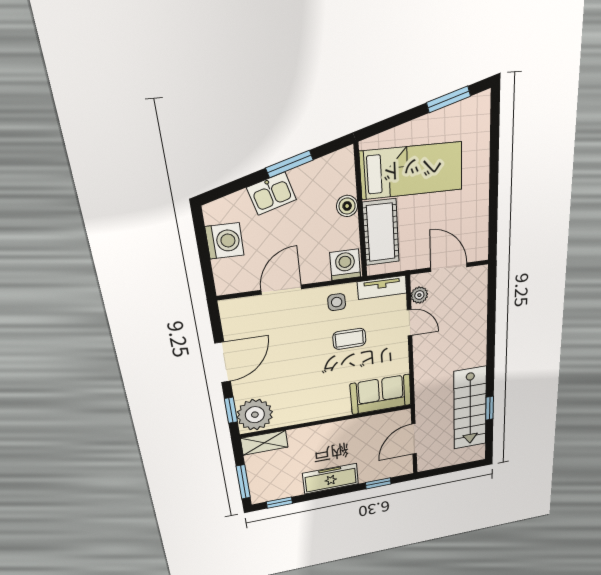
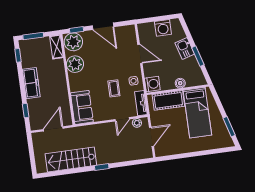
window: (490, 408) -> (102, 167), moved
plant: (299, 410) -> (75, 64), added
door: (414, 439) -> (53, 129), hinge flipped

